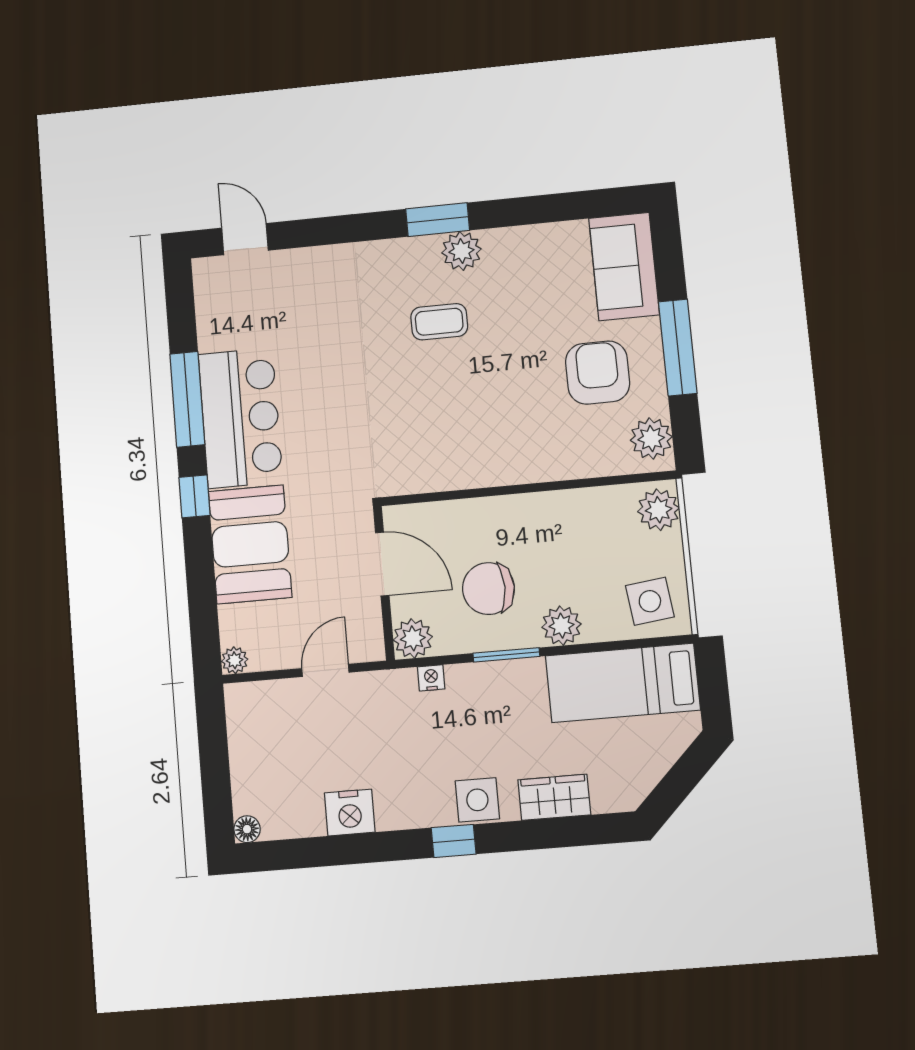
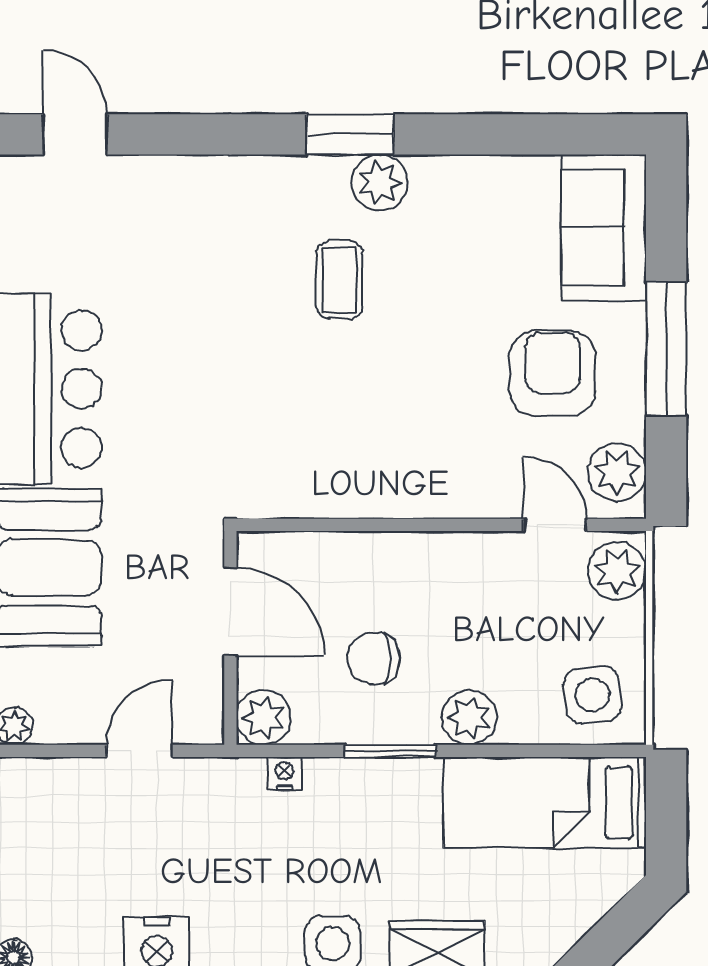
coffee table: (439, 322) -> (339, 280), turned 90
door: (610, 481) -> (555, 525), added
chair: (488, 589) -> (374, 658), width x0.73, depth x0.73

